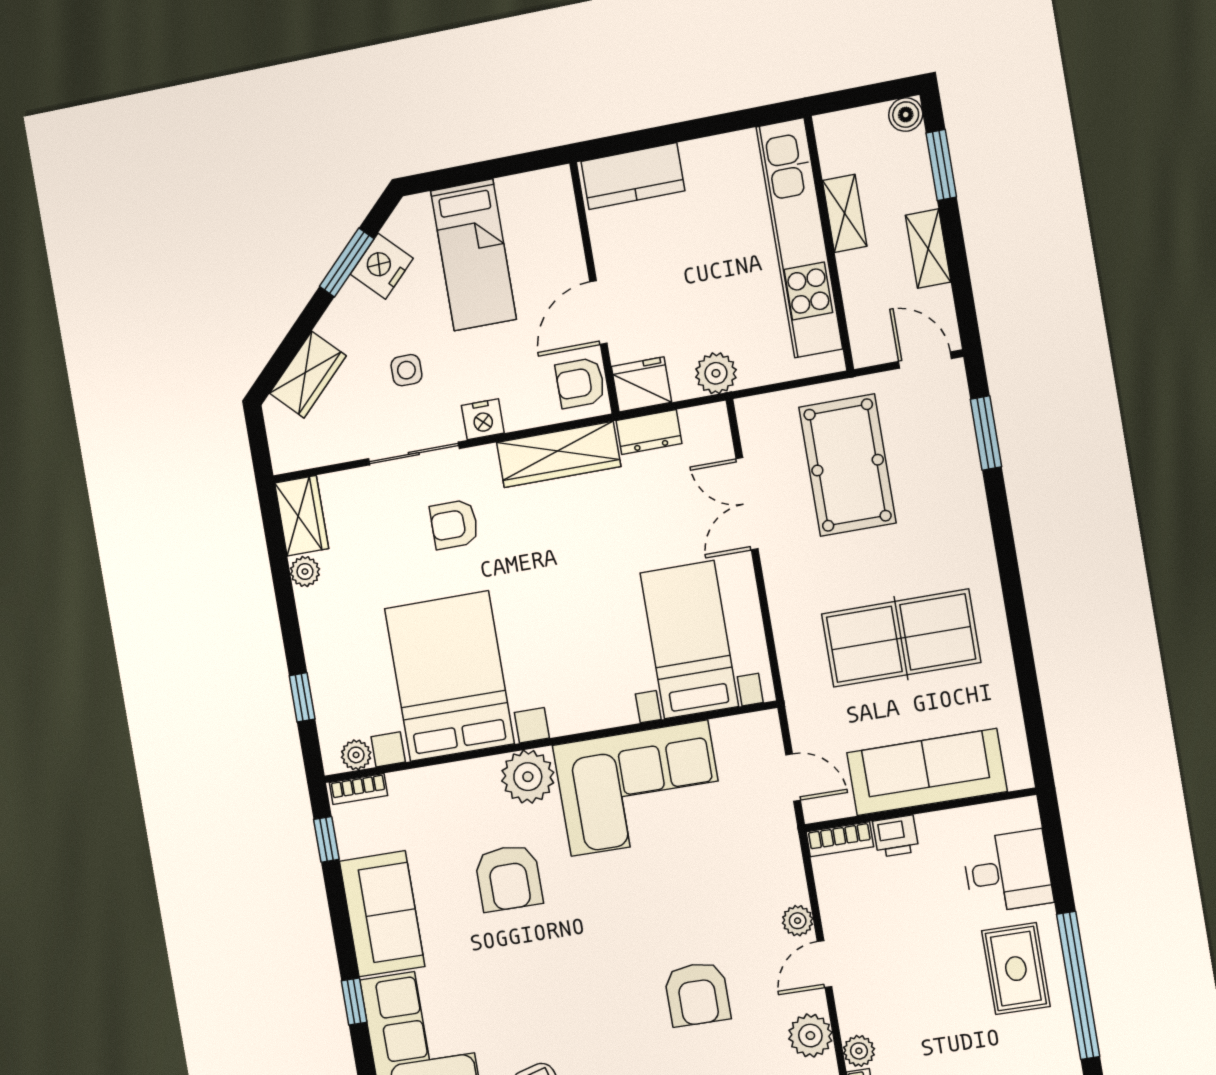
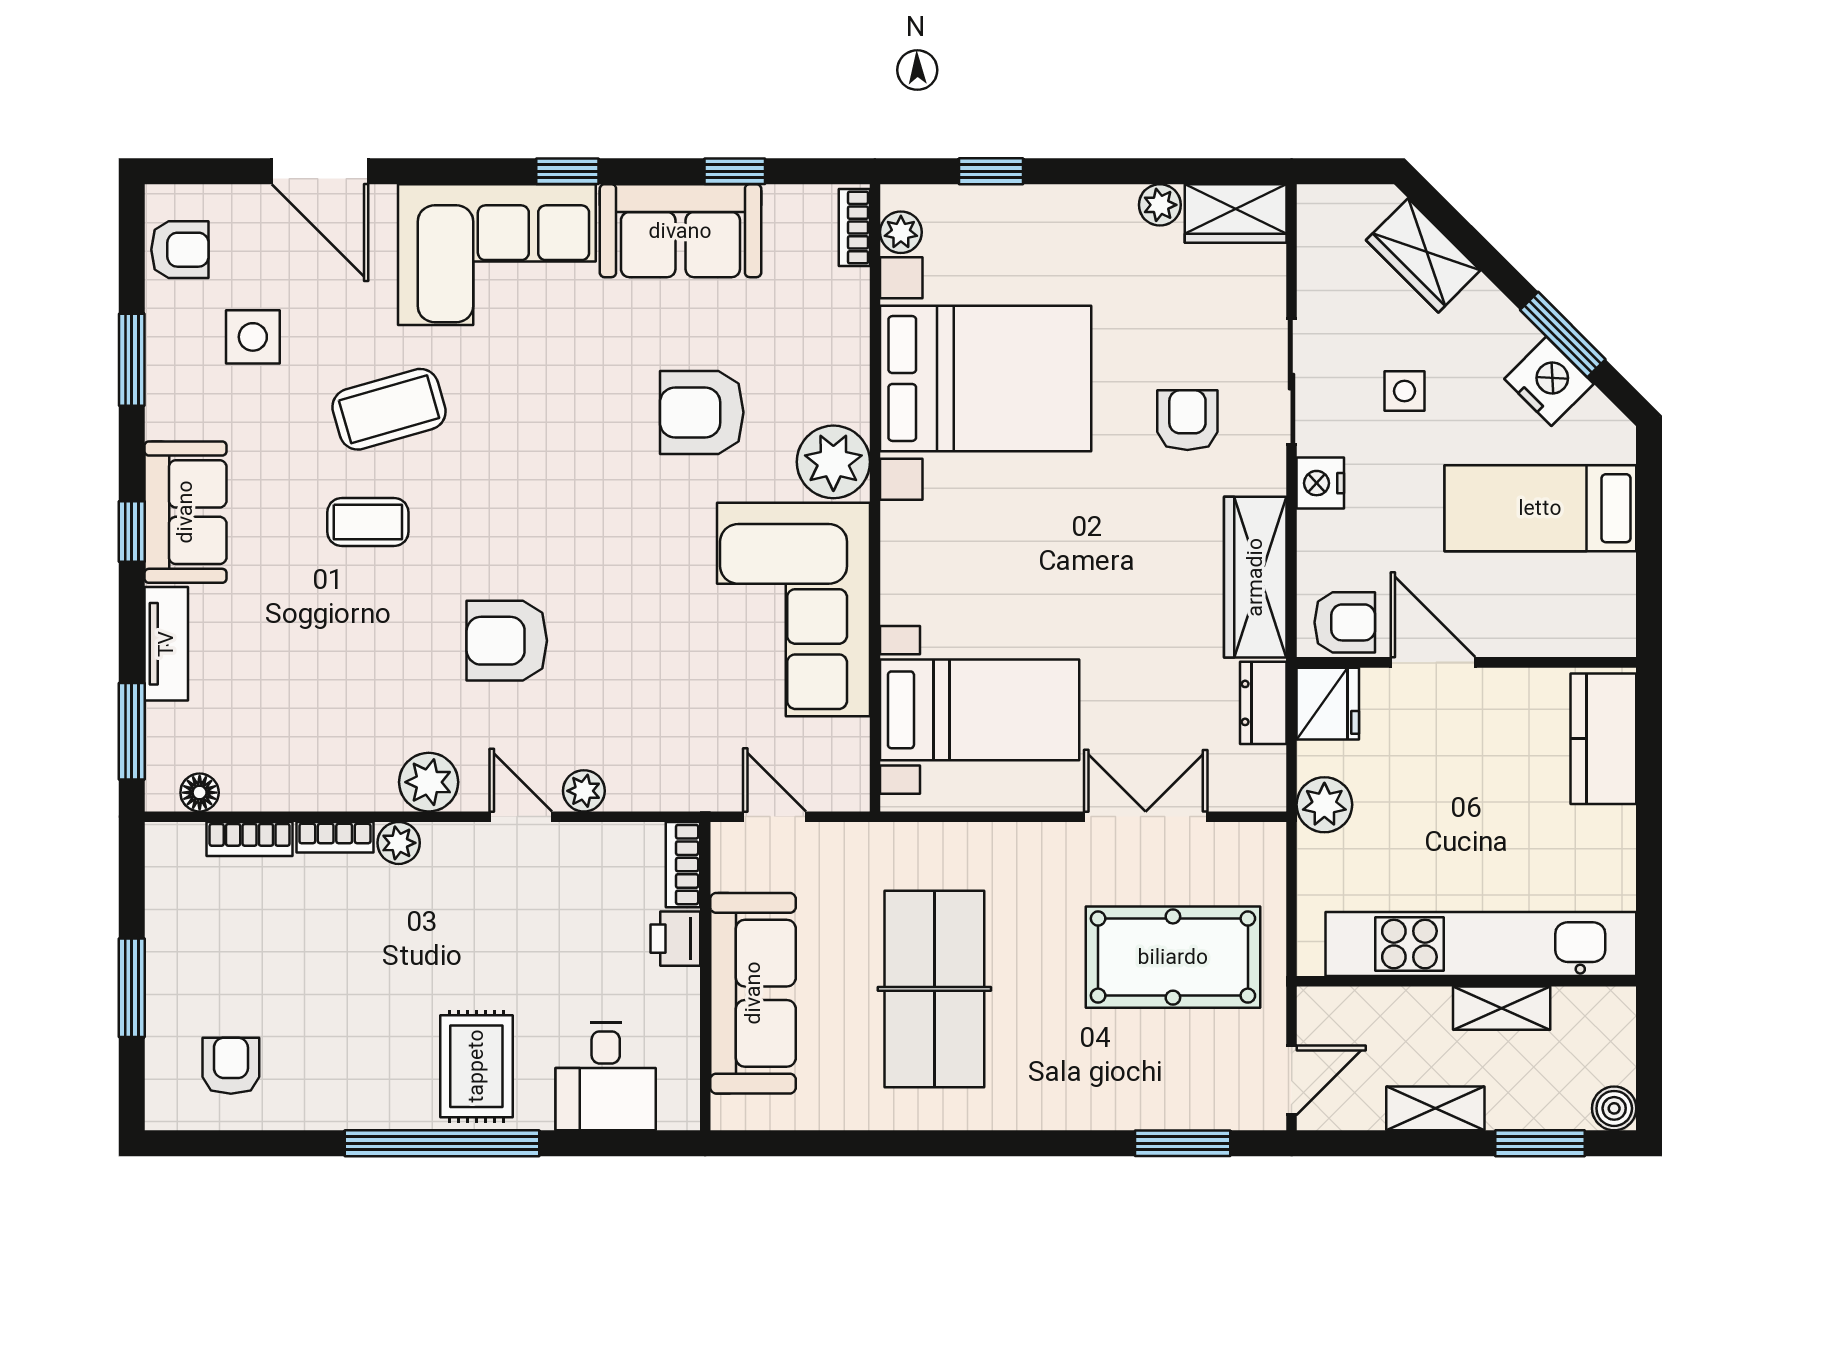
armchair: (580, 383) -> (1345, 622), turned 90
door: (793, 777) -> (775, 817), swing flipped
window: (326, 839) -> (735, 171), moved
rug: (1016, 969) -> (476, 1066), turned 90

